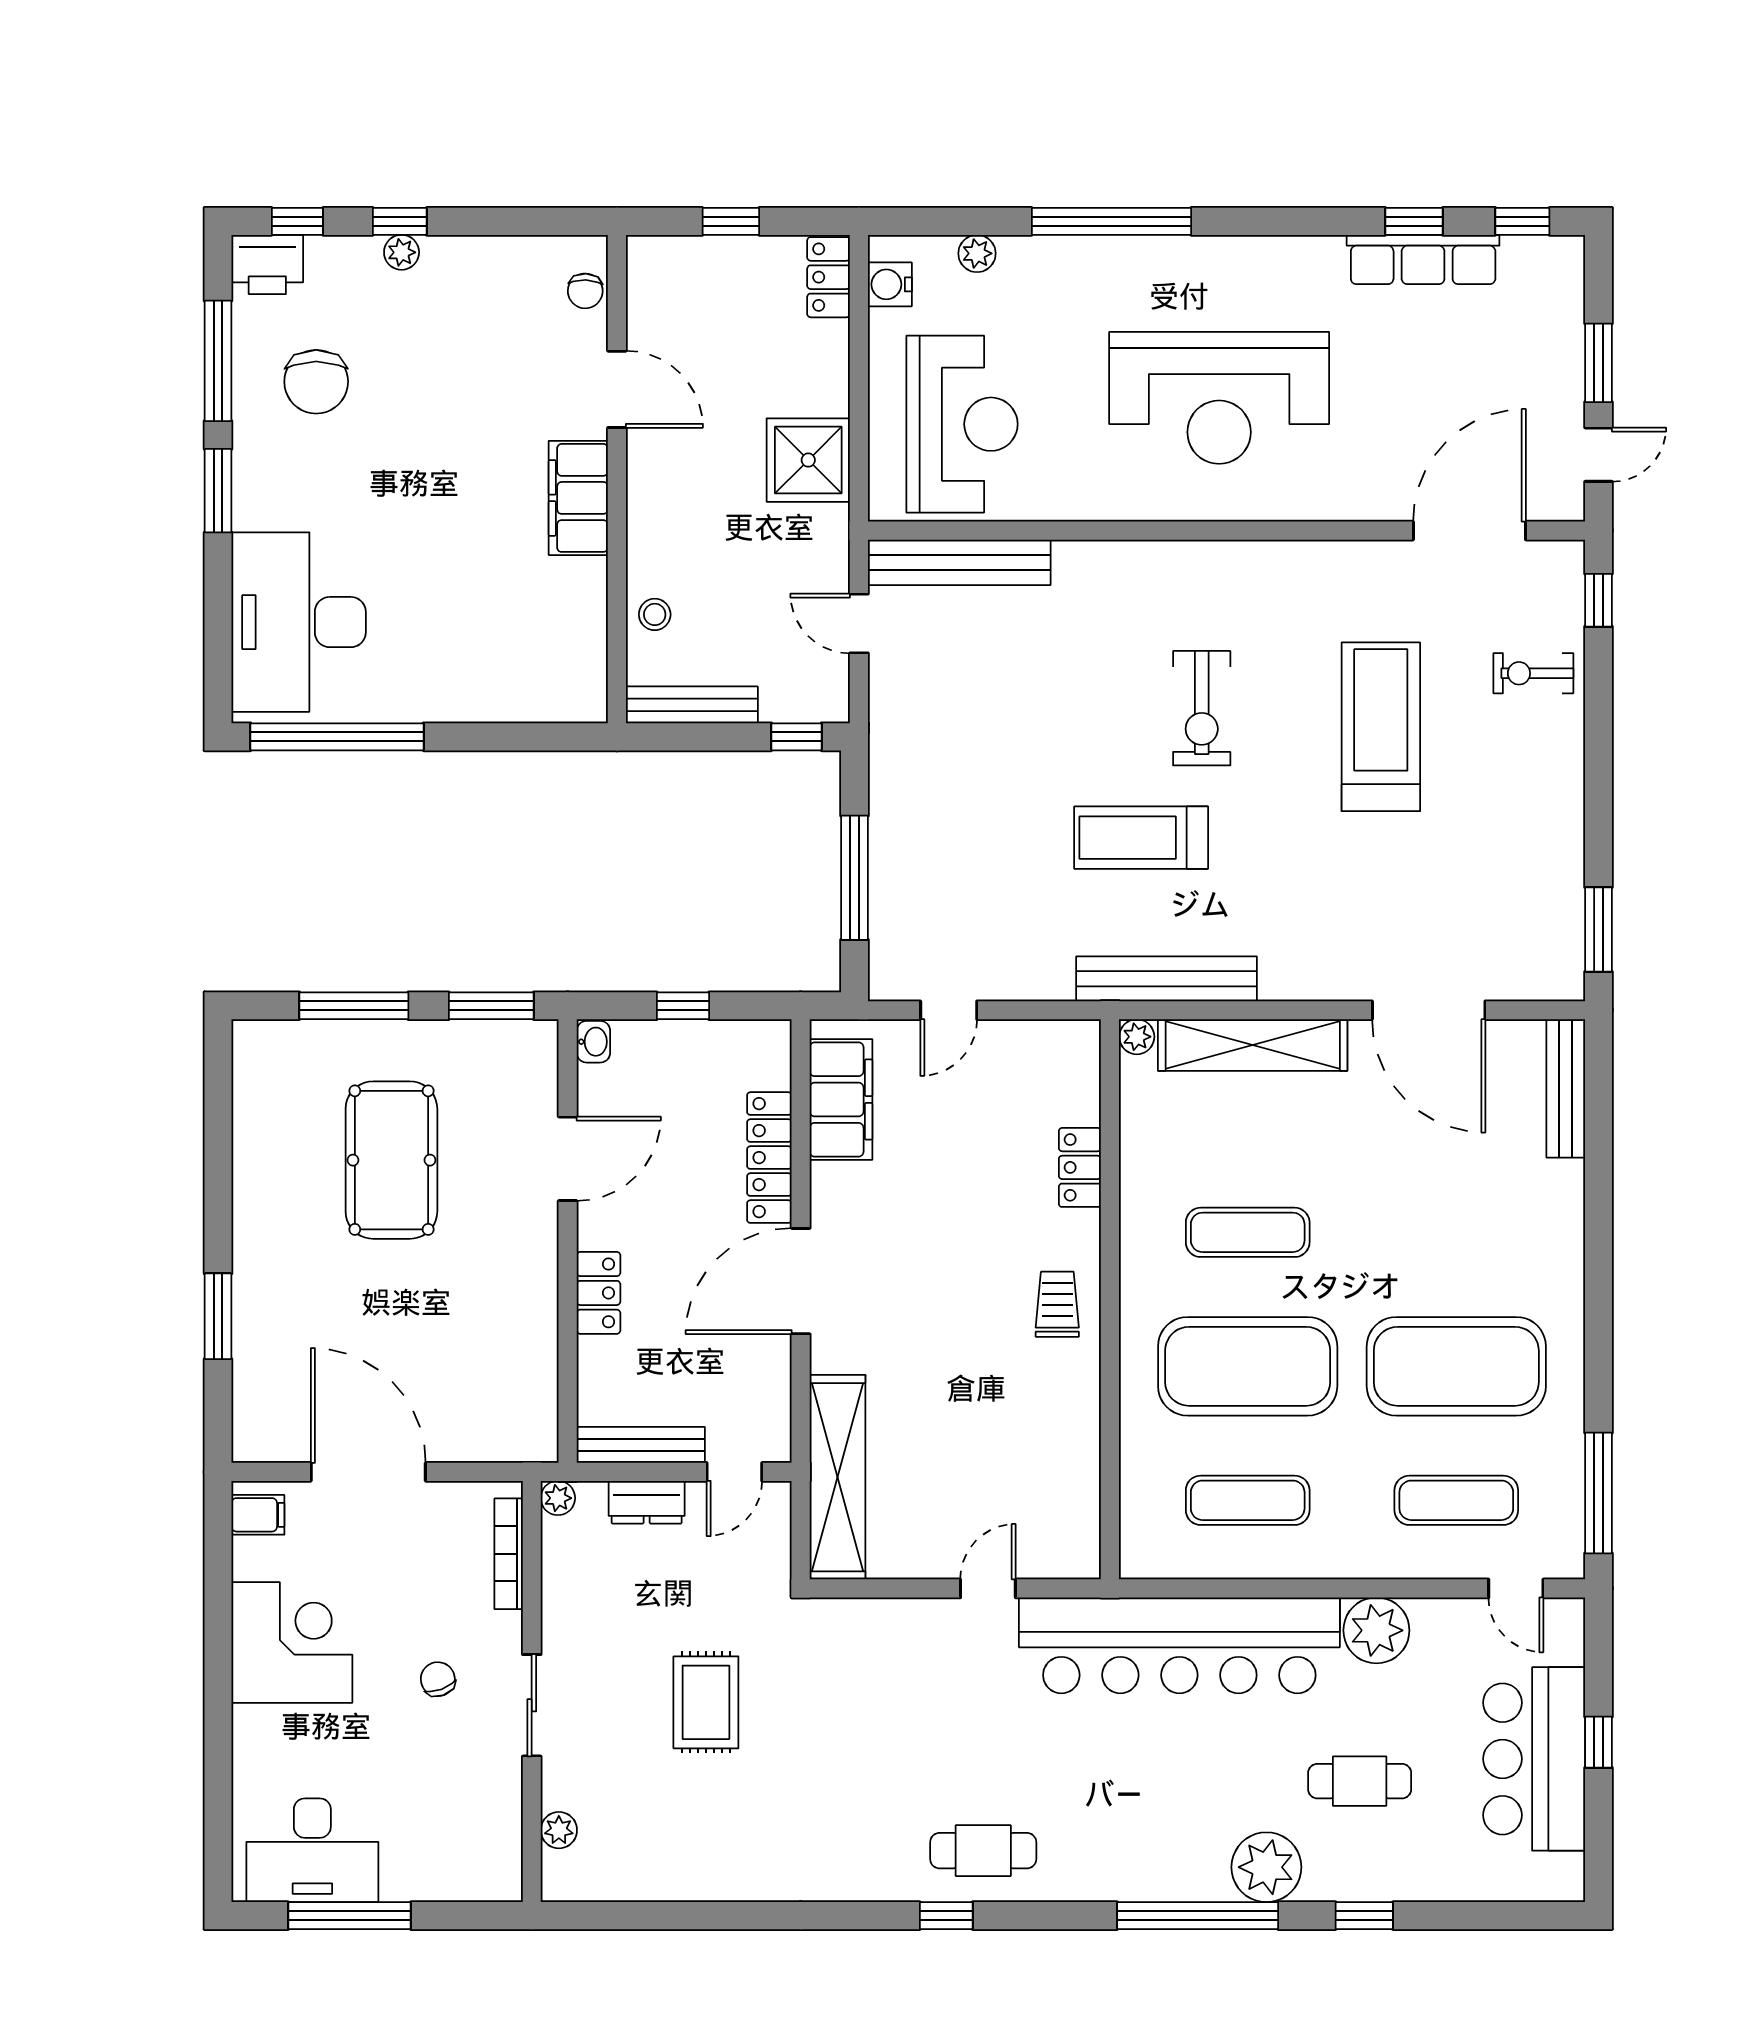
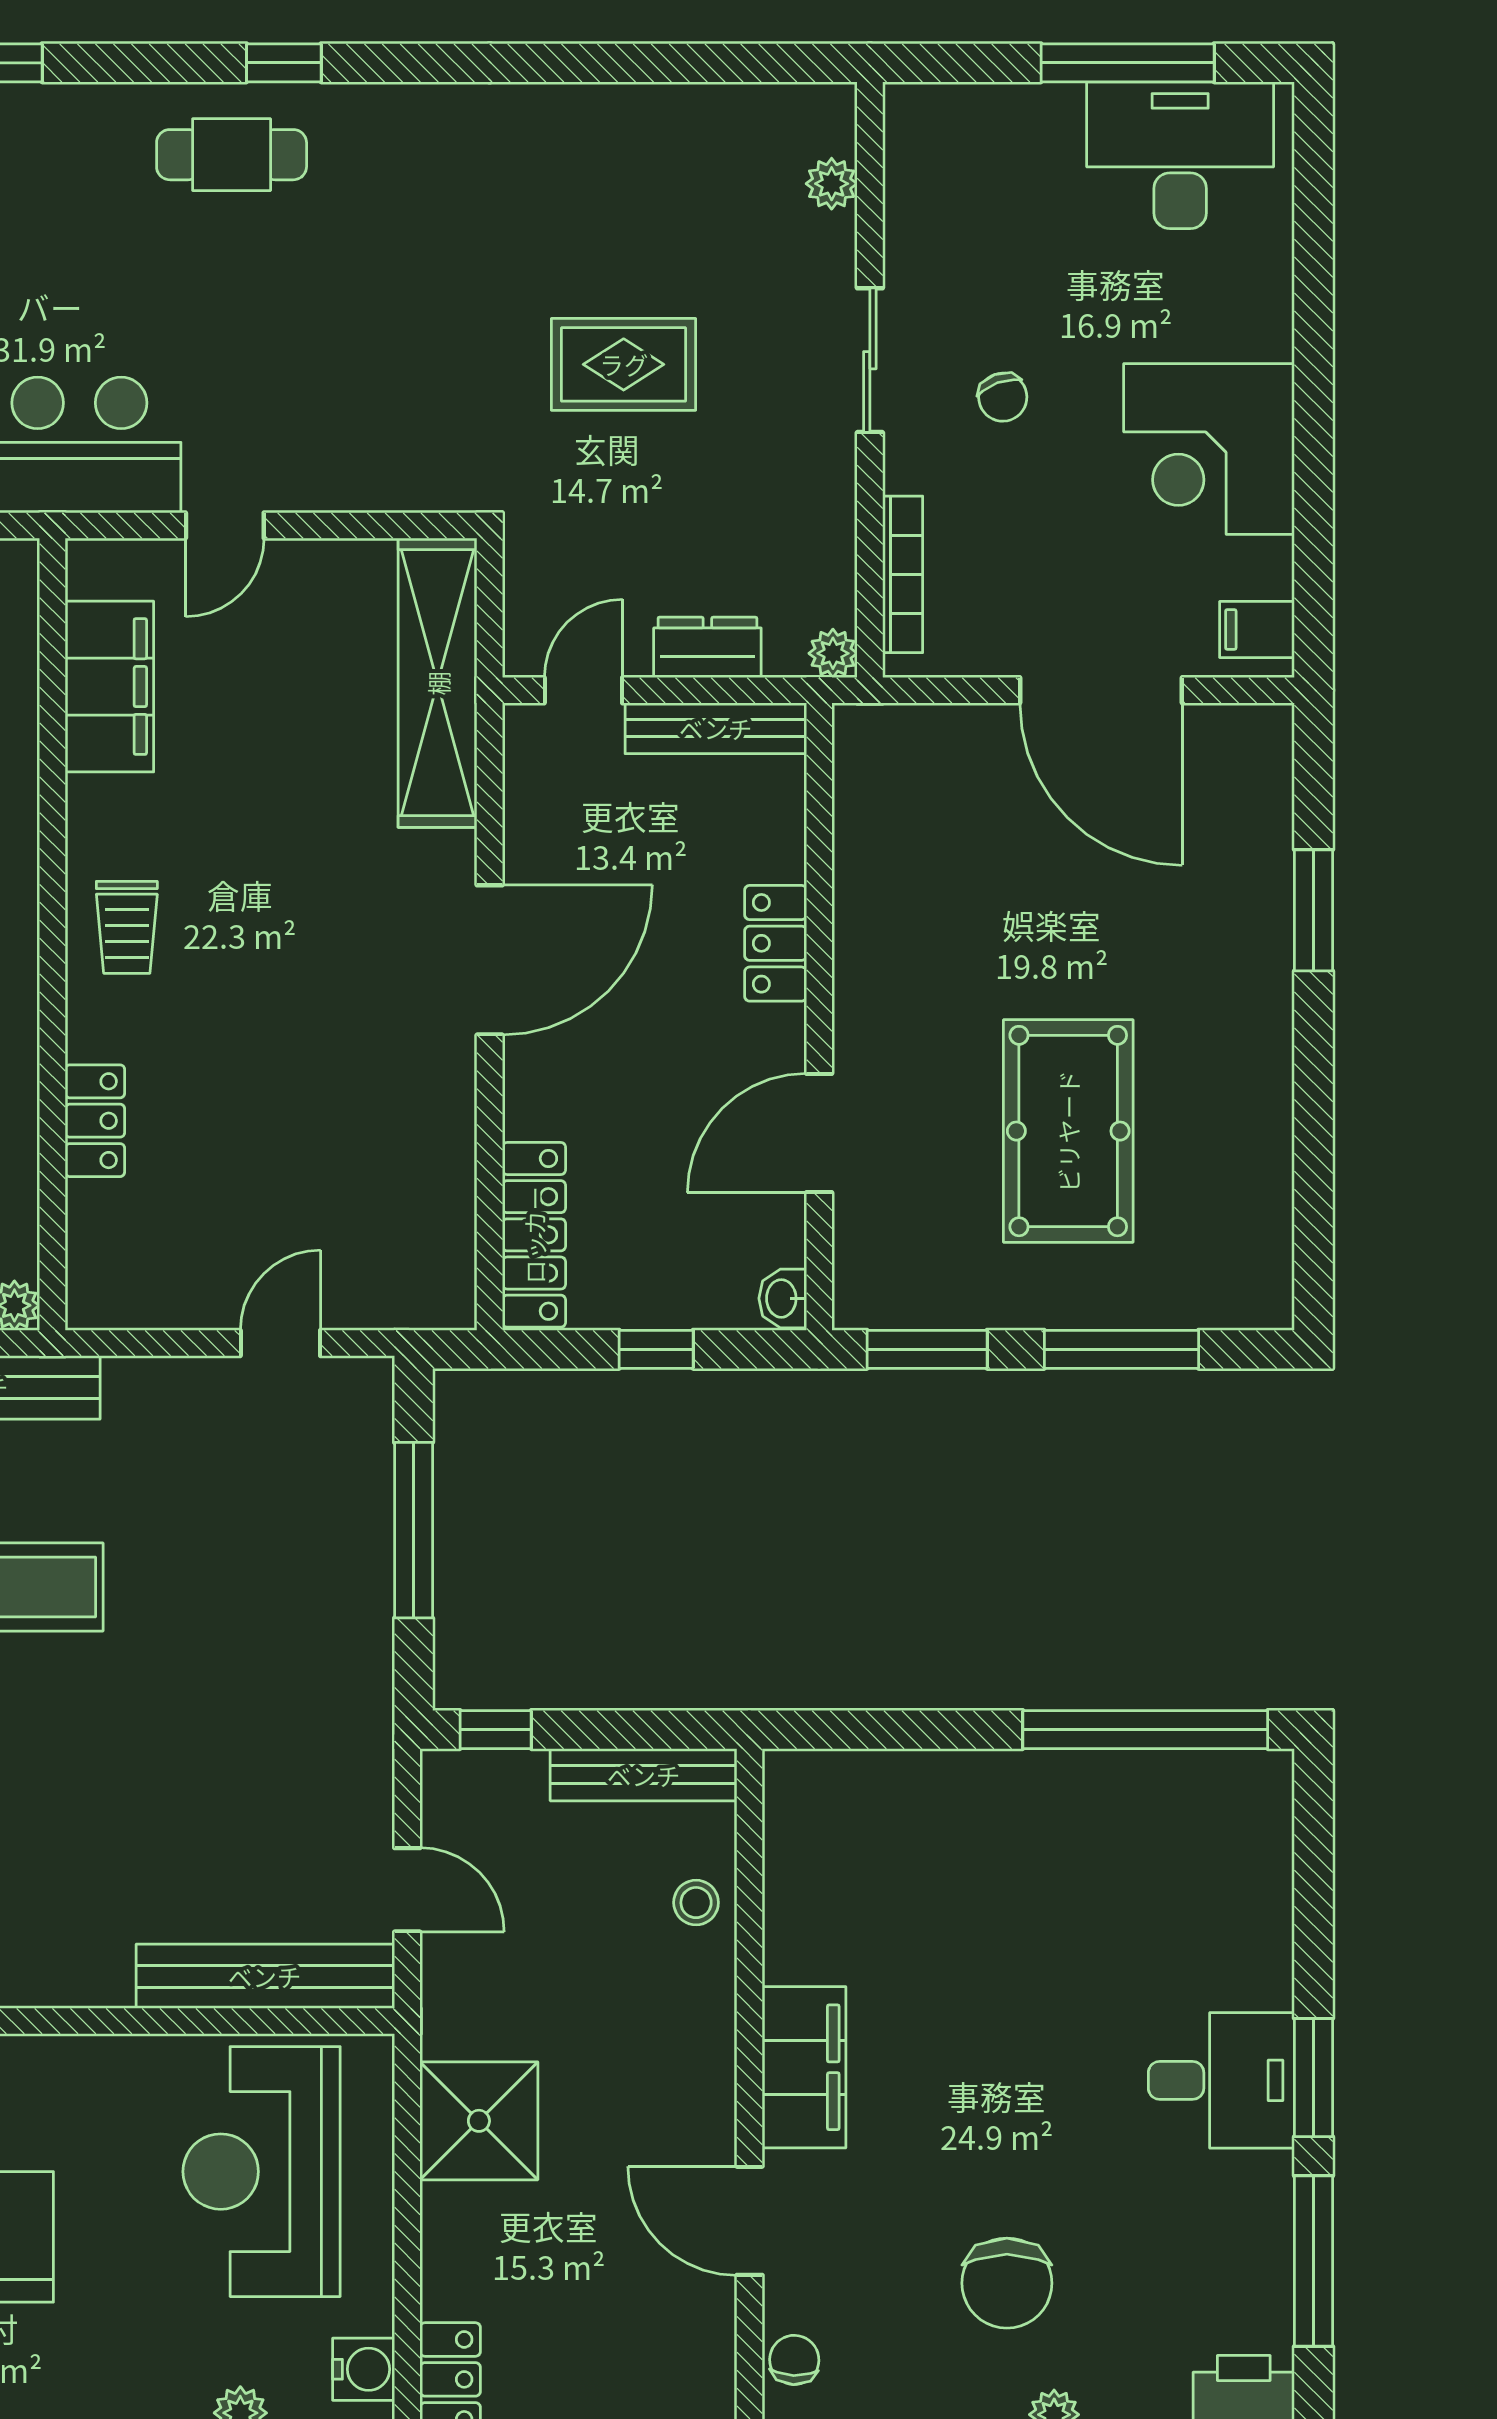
chair: (316, 382) -> (1007, 2283), moved, turned 180
desk: (299, 622) -> (1221, 2080), moved, width x0.53, depth x0.77
filing cabinet: (841, 1099) -> (109, 687), moved, turned 180
locker: (769, 1158) -> (534, 1235), moved
rug: (706, 1702) -> (624, 364), turned 90

